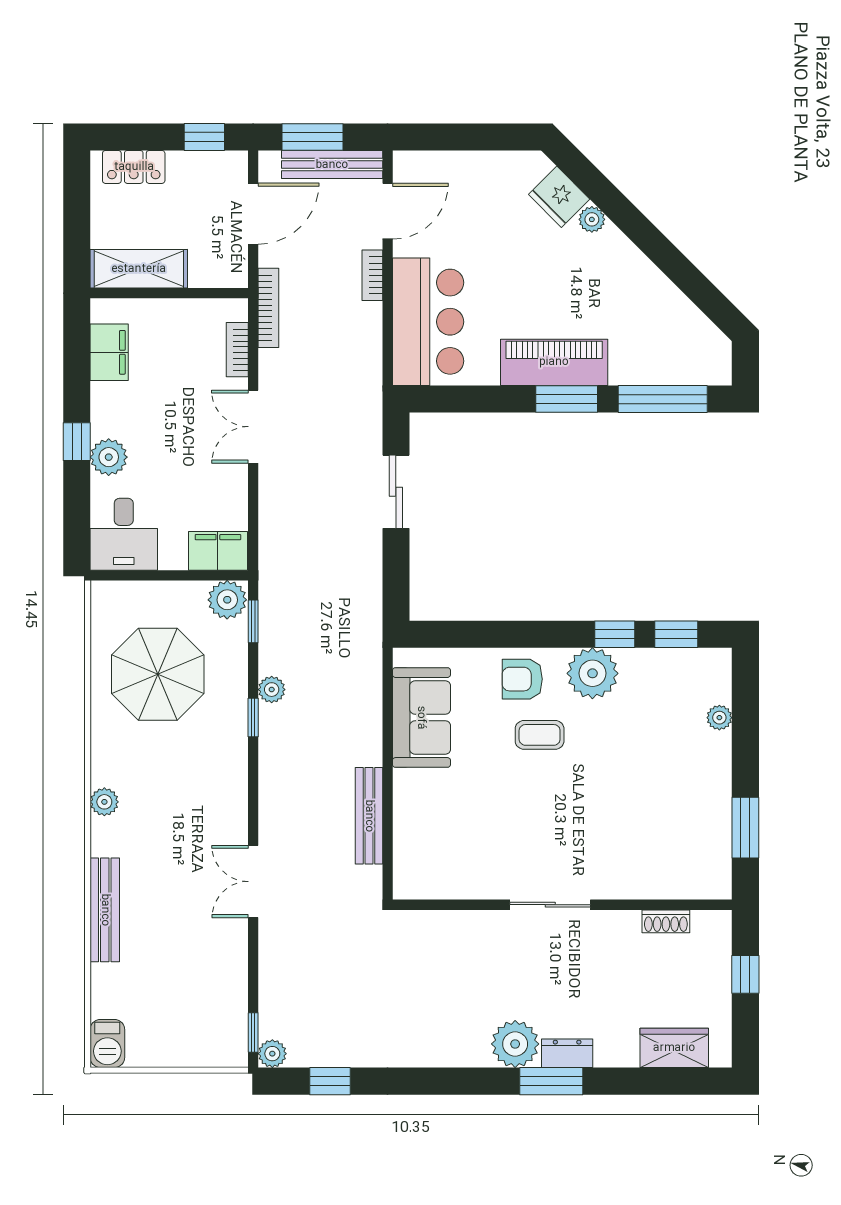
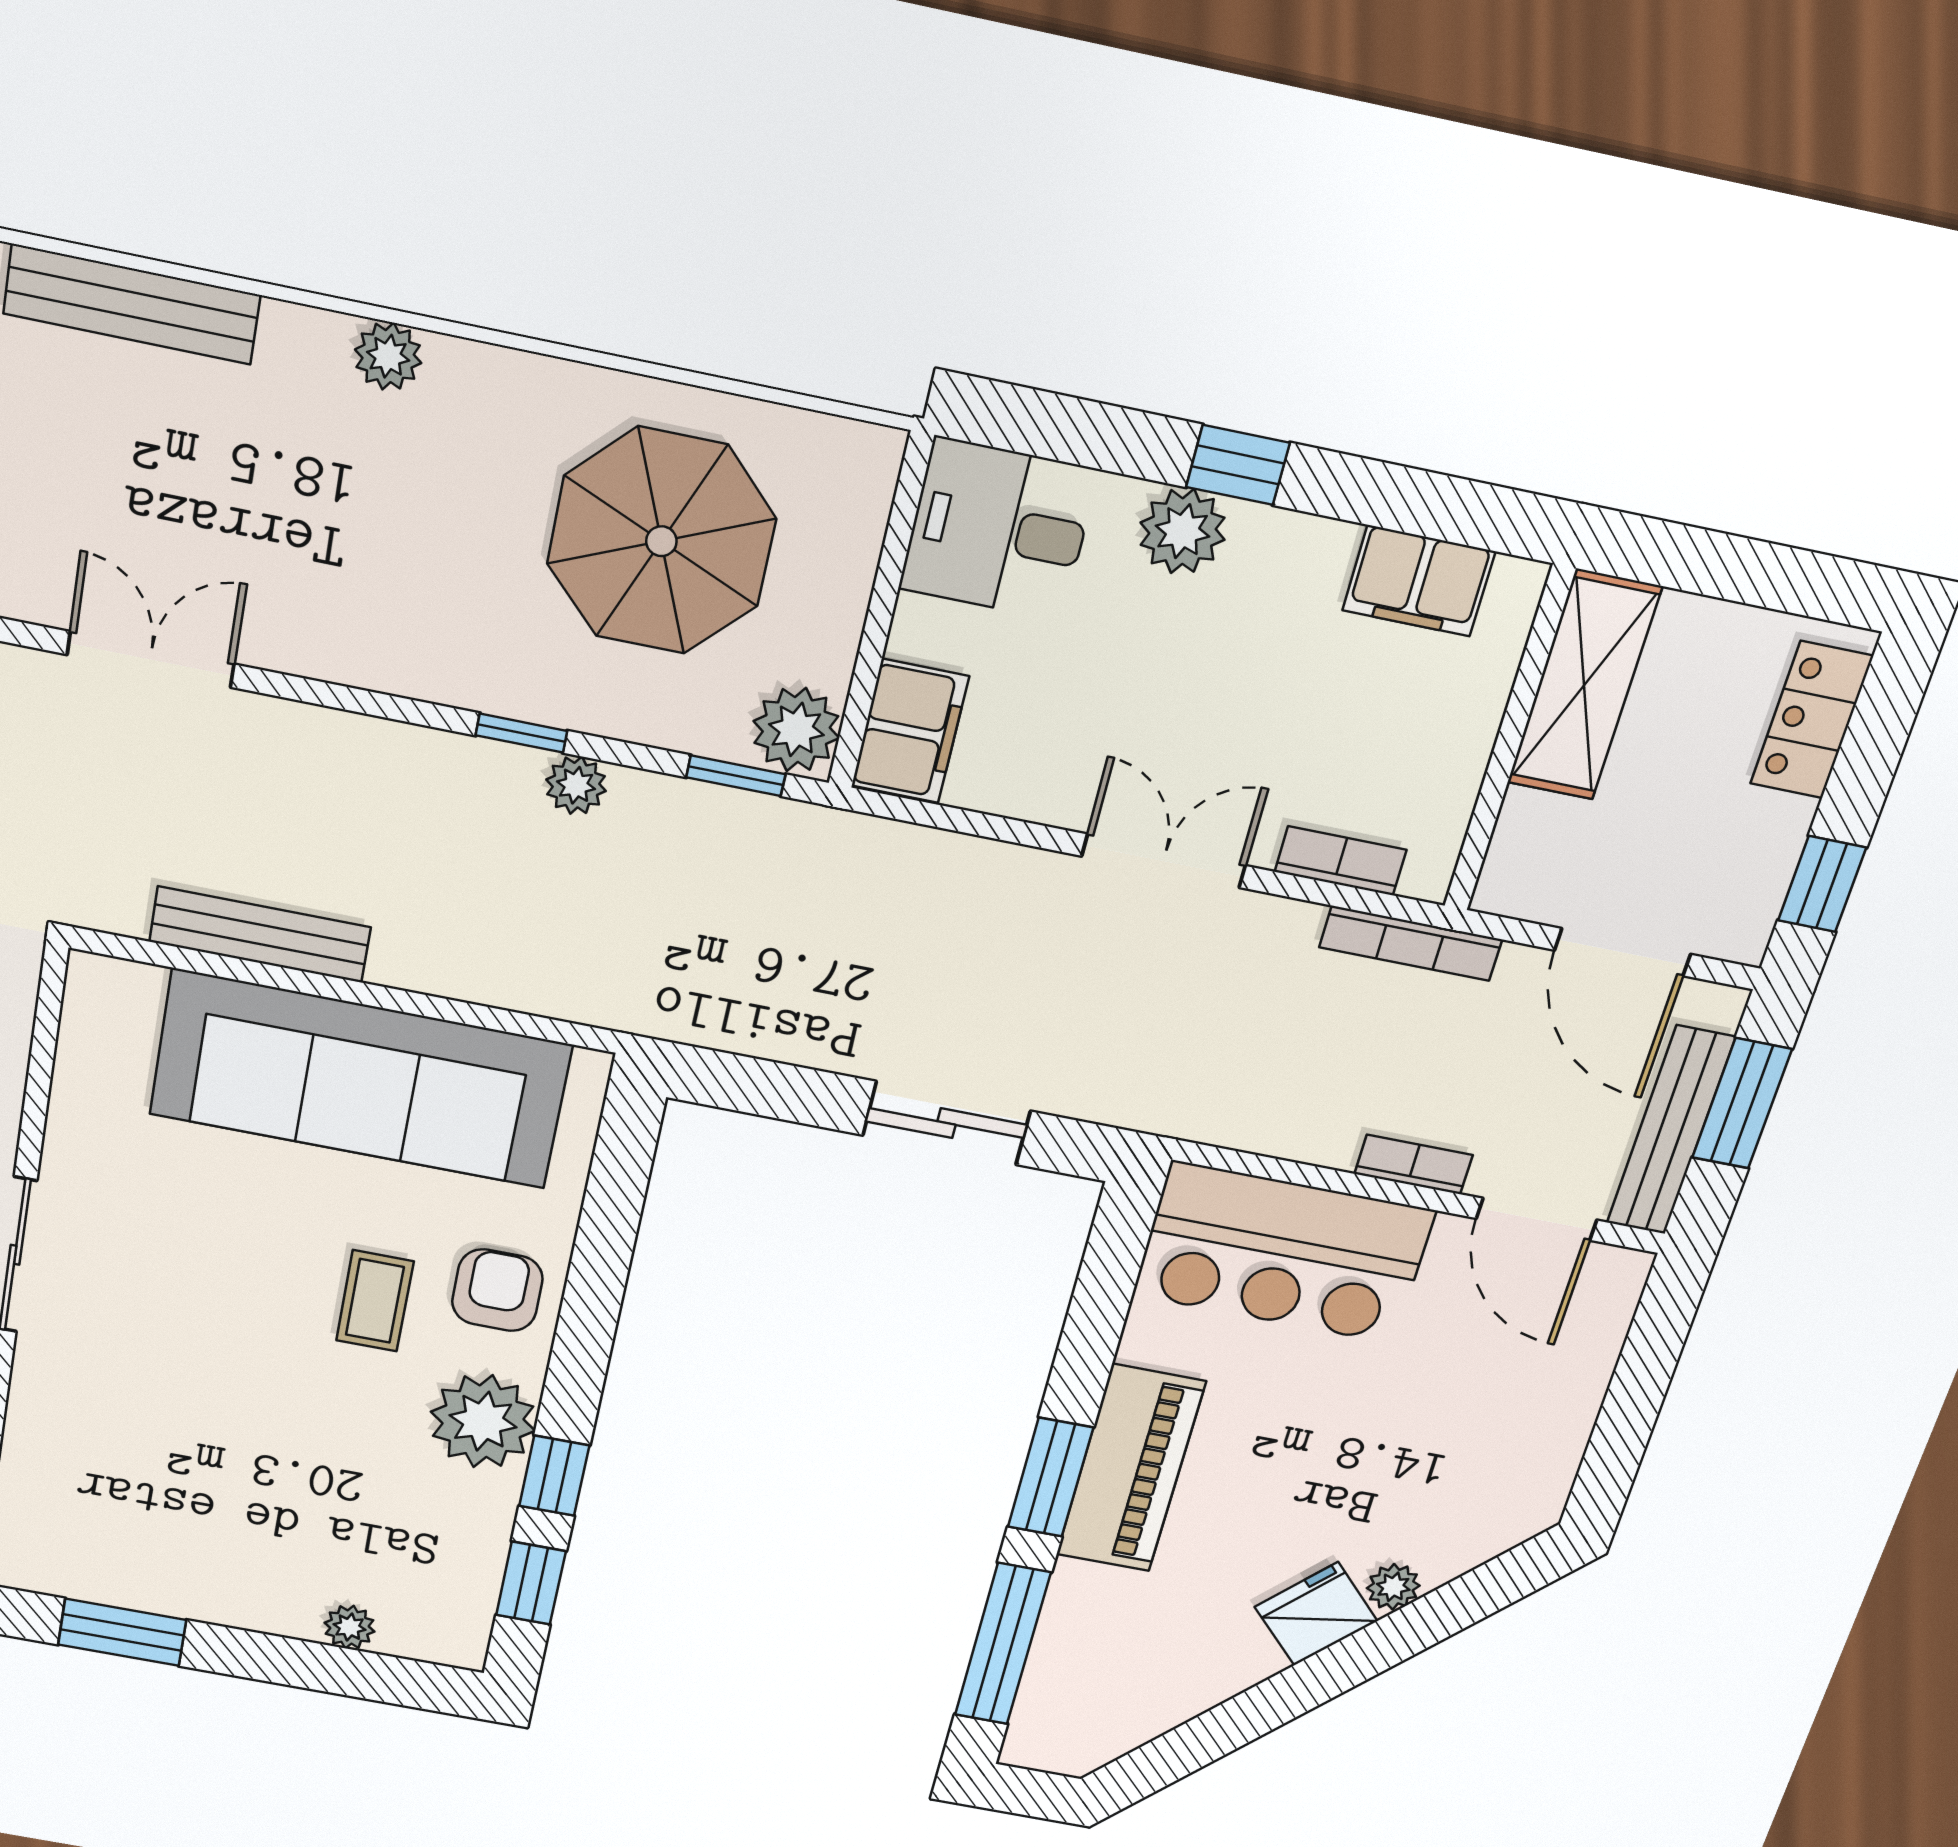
fridge: (559, 197) -> (1316, 1614), moved
sofa: (421, 718) -> (360, 1079), width x1.85, depth x1.27

